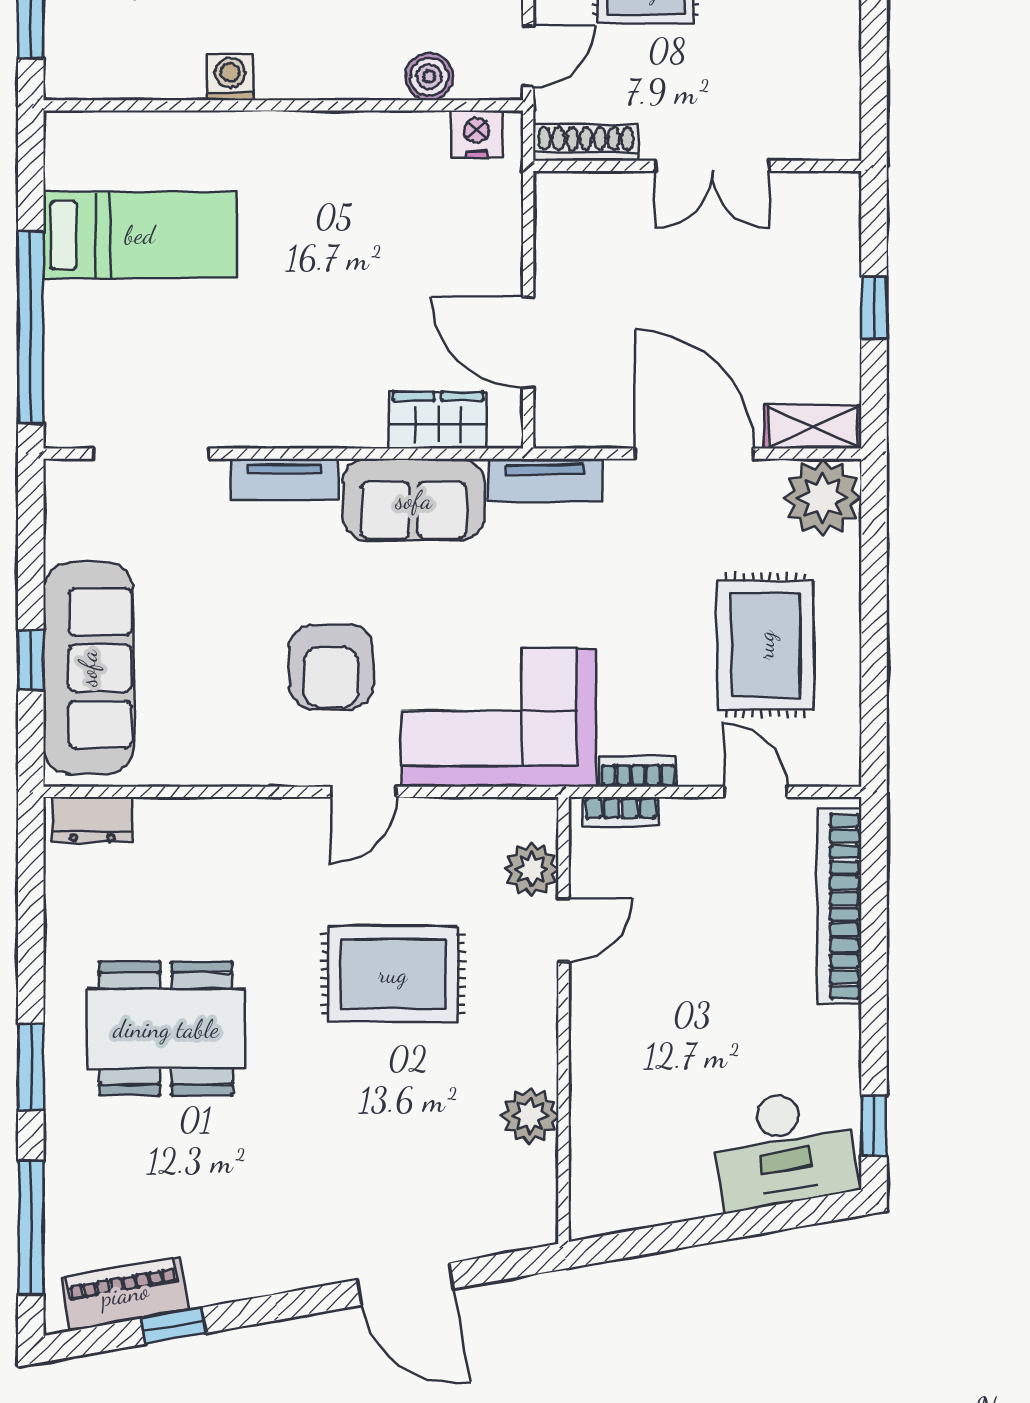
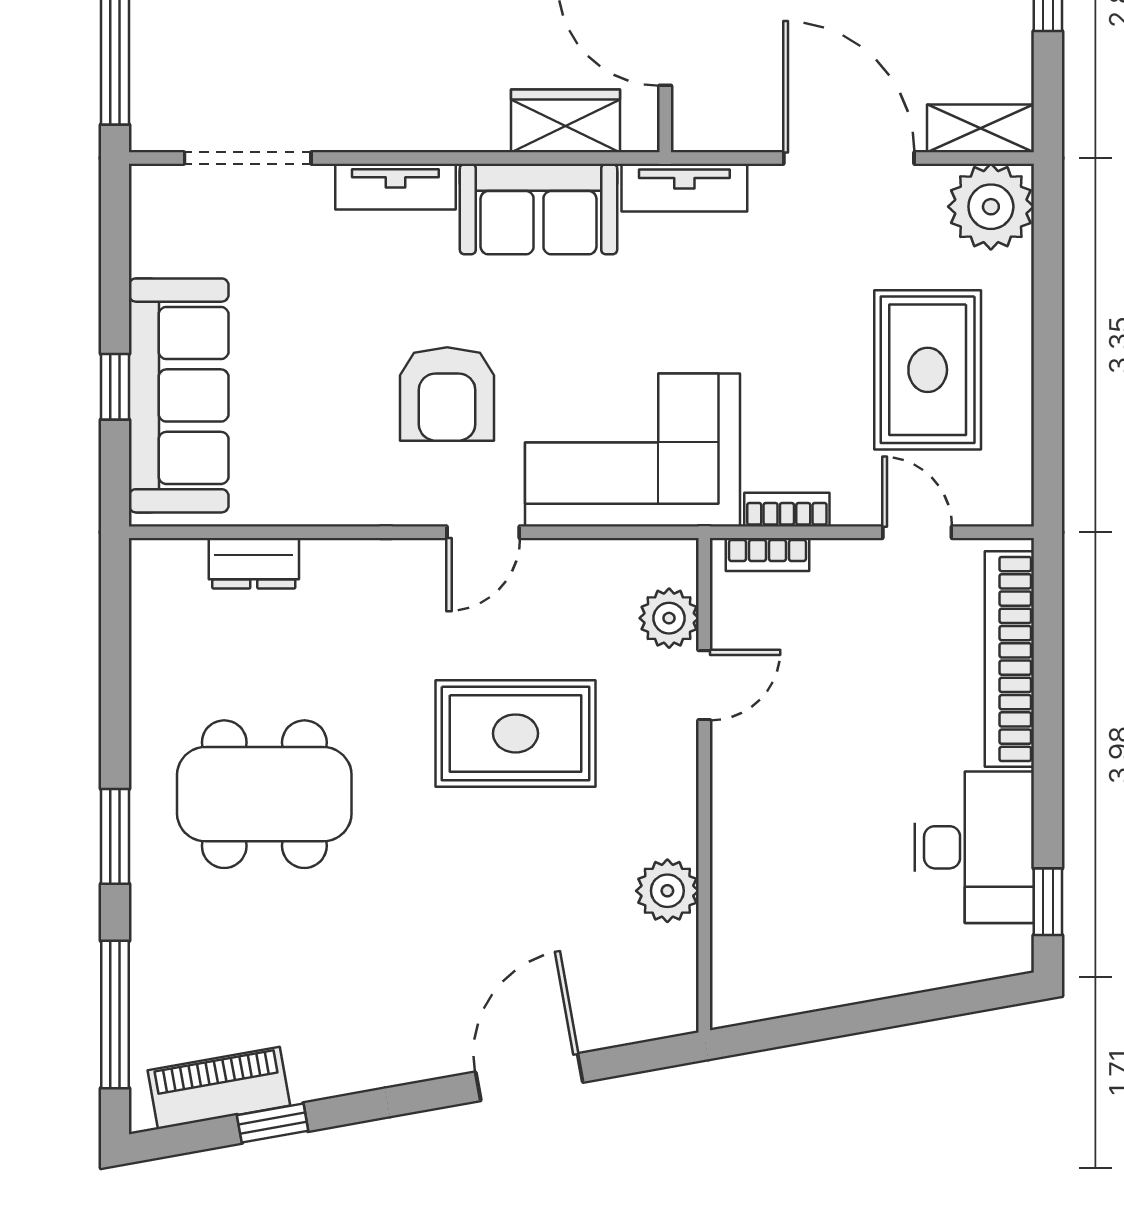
dresser: (92, 820) -> (254, 563), moved
desk: (784, 1149) -> (974, 847), moved, turned -80
door: (405, 1284) -> (529, 1077), swing flipped

